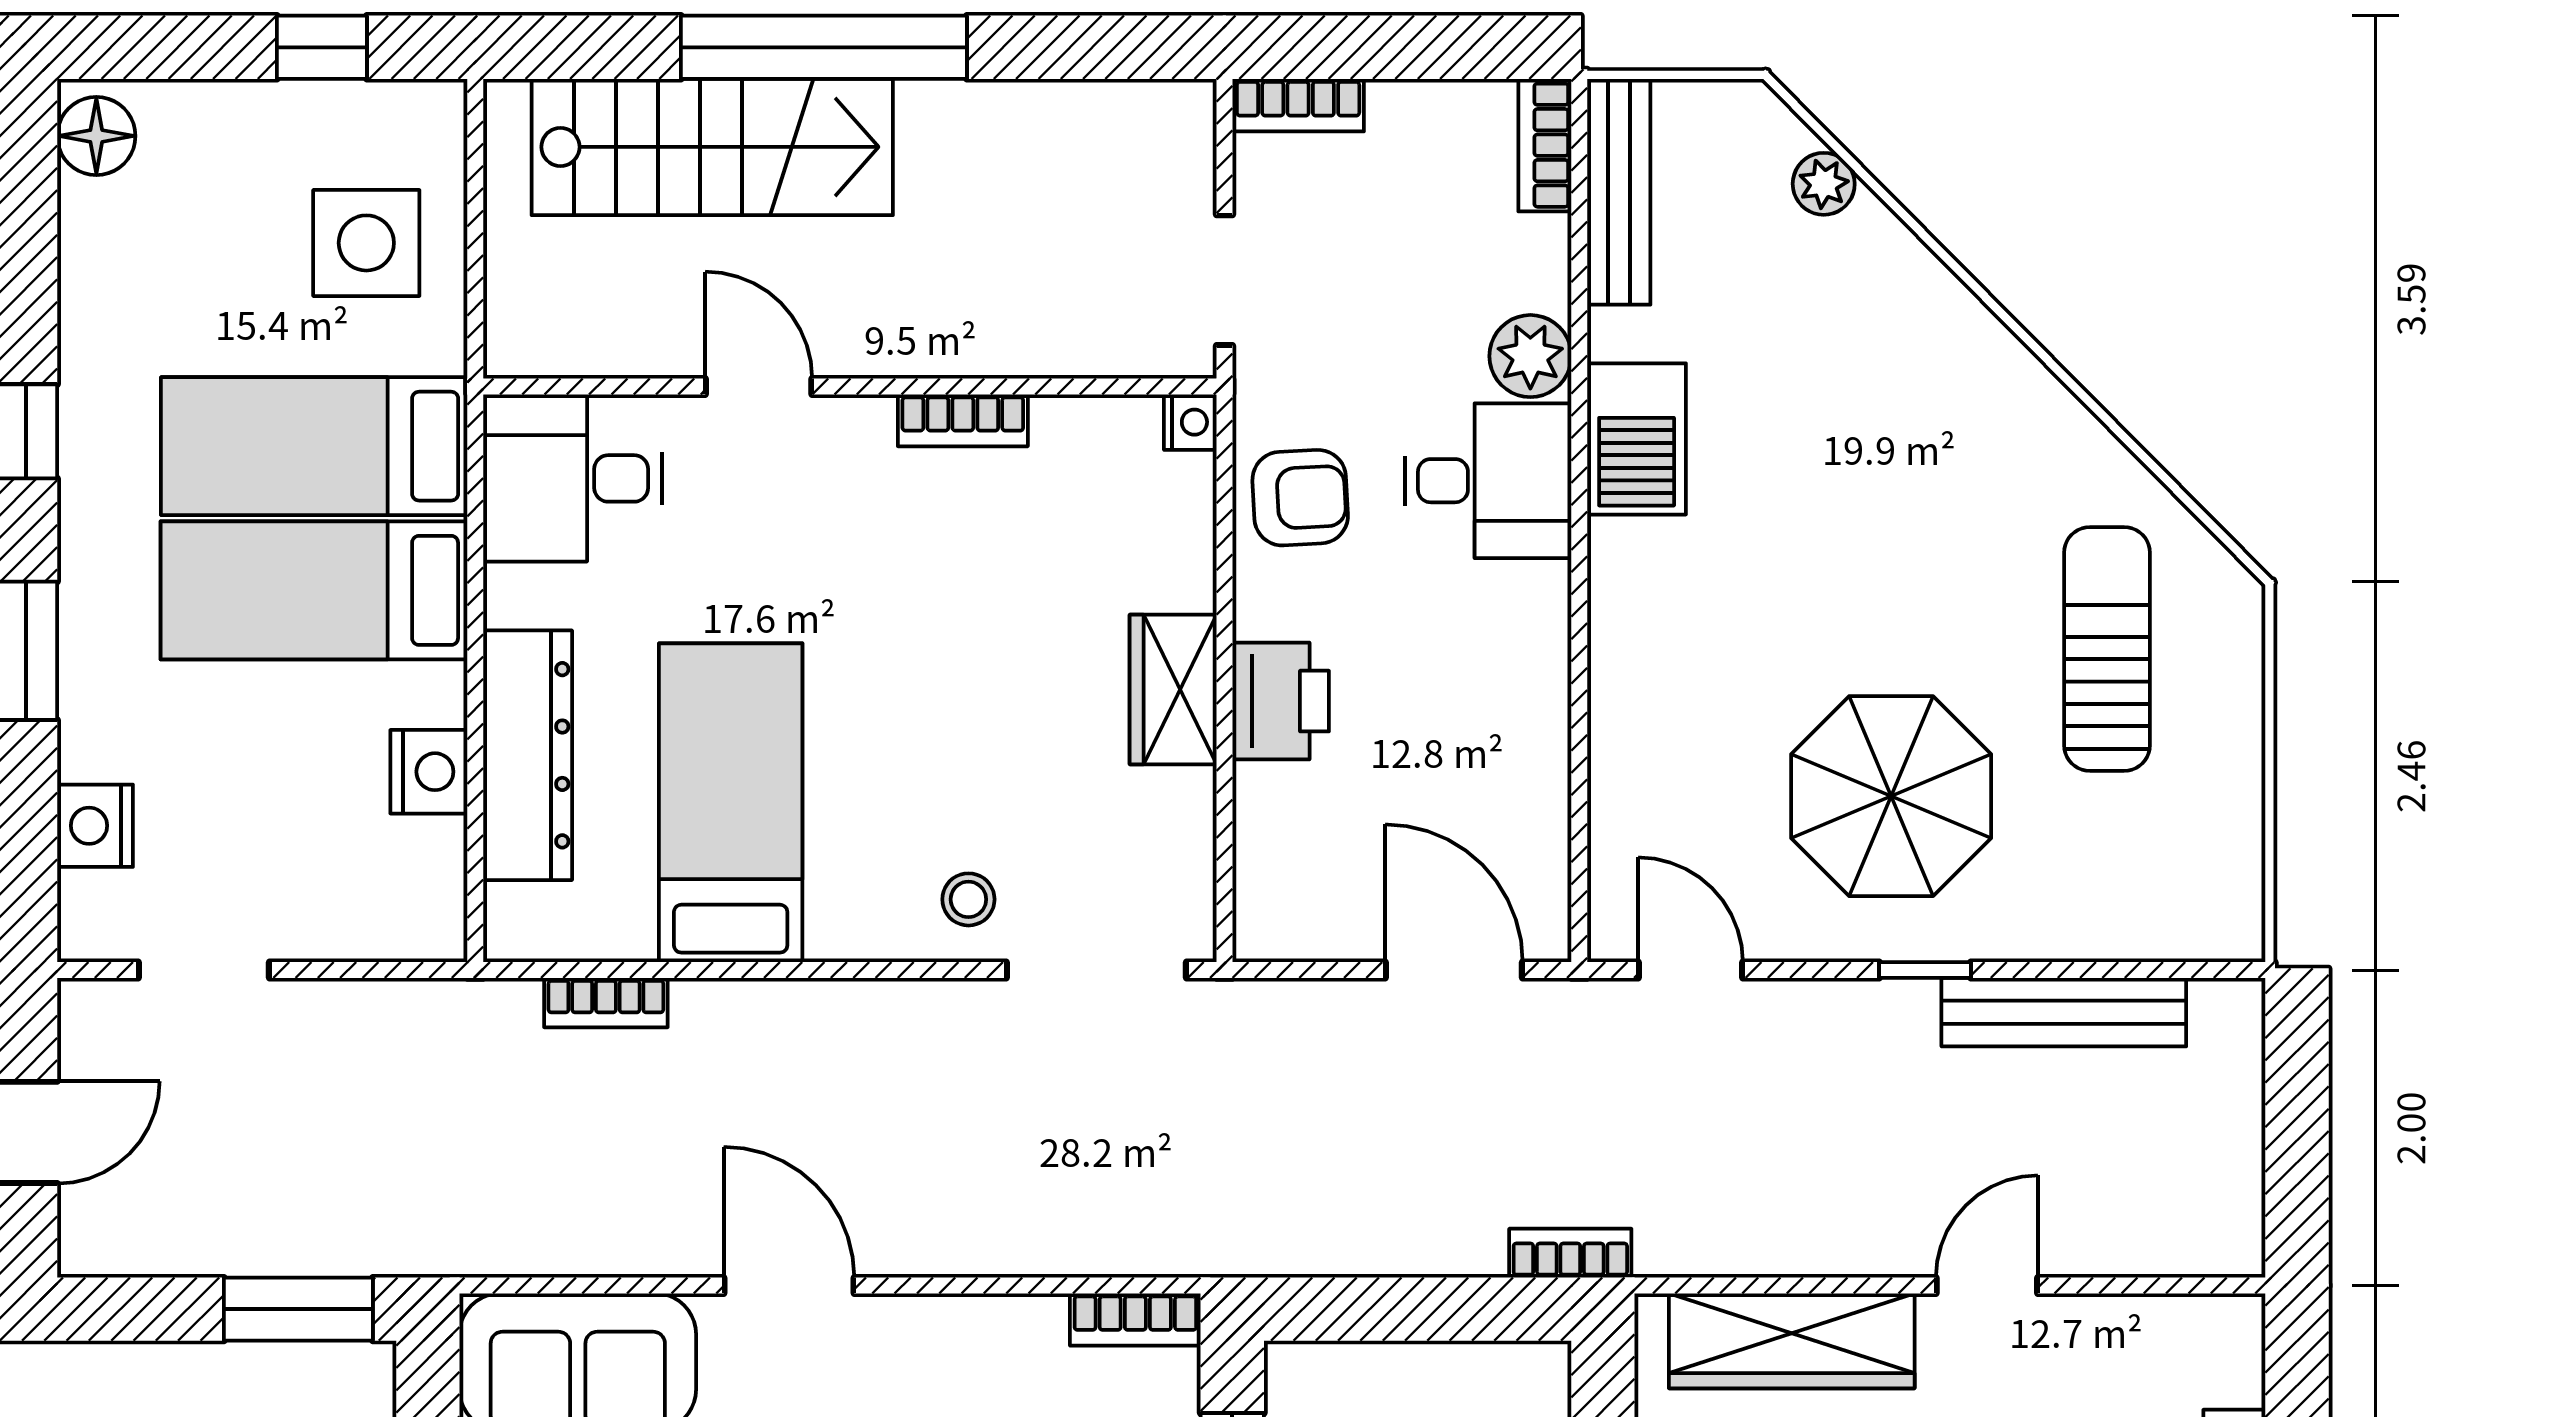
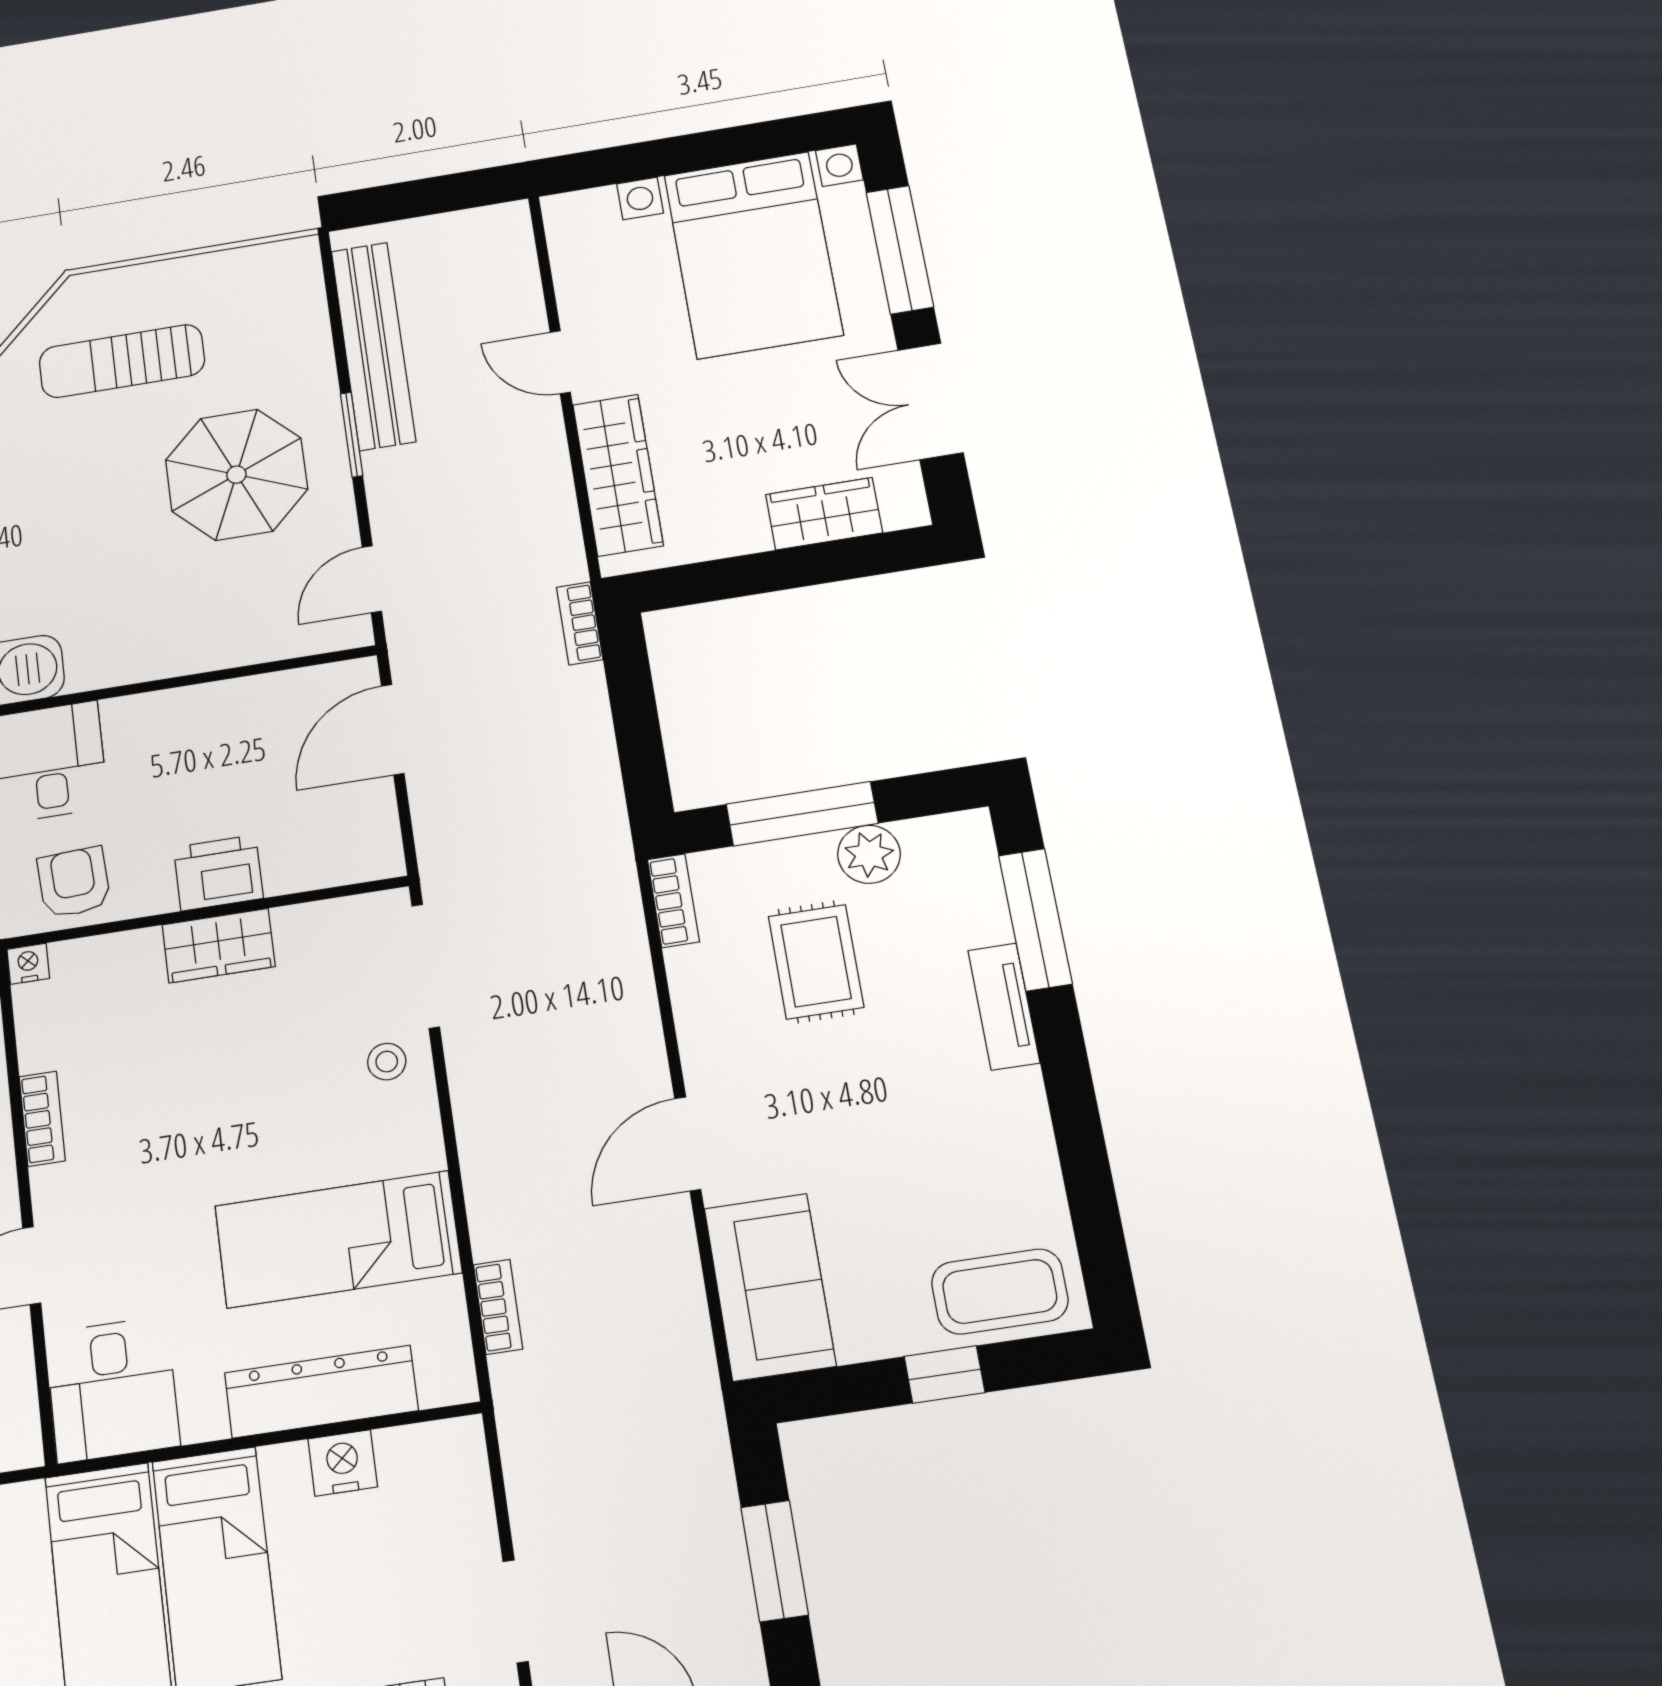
window: (1925, 970) -> (352, 435), width x1.50
bench: (2064, 1012) -> (373, 346), width x1.37, depth x1.21
window: (298, 1309) -> (775, 1561), moved

